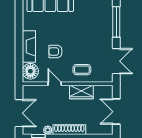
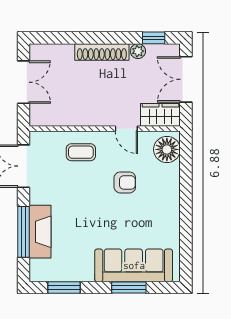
fireplace: (29, 47) -> (40, 232), moved, turned 180
wardrobe: (81, 92) -> (160, 115), moved

